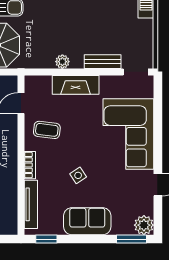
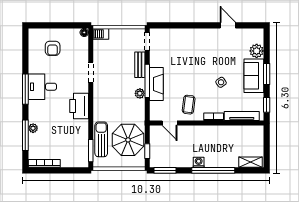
window: (80, 72) -> (147, 81), added
corner sofa: (128, 134) -> (192, 46), removed
plant: (144, 225) -> (257, 51), moved
window: (131, 239) -> (267, 74), moved

